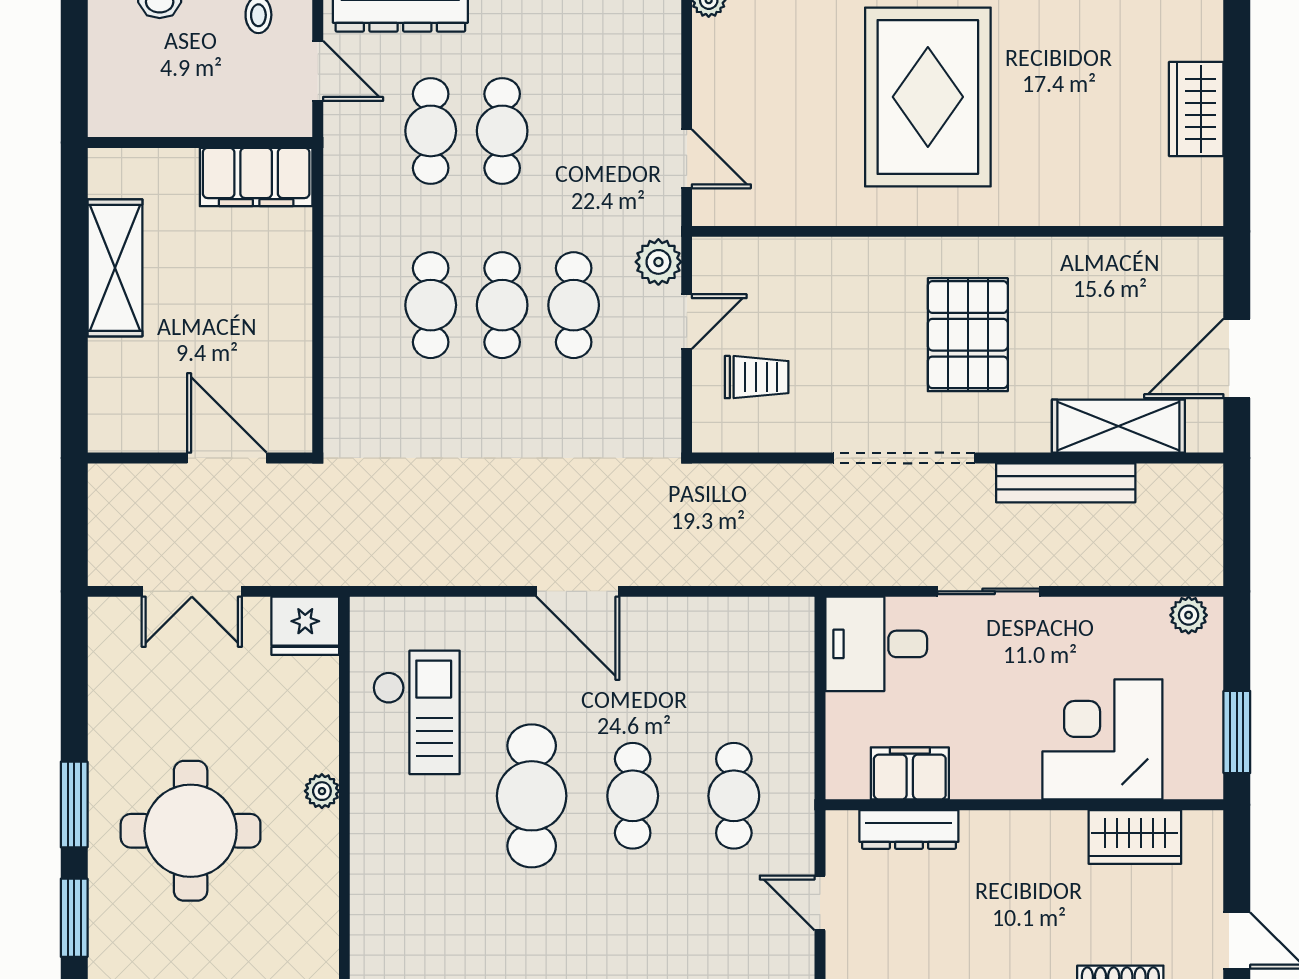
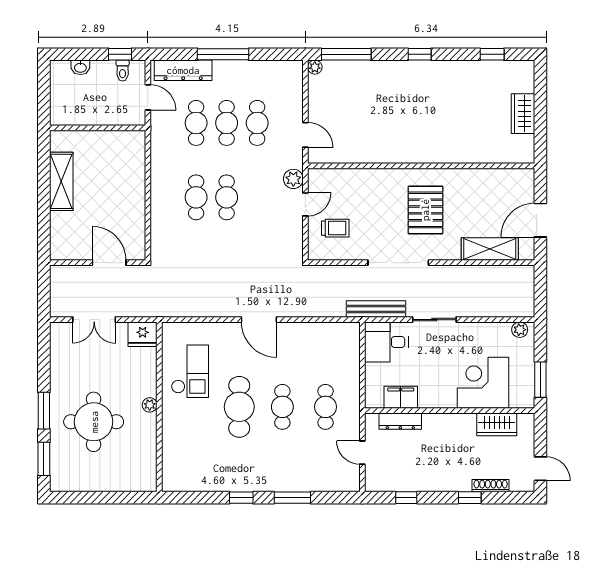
rug: (928, 97) -> (408, 108), removed
filing cabinet: (256, 177) -> (122, 143), removed
cafe table: (574, 305) -> (257, 123), moved
bench: (1066, 483) -> (376, 309), moved

